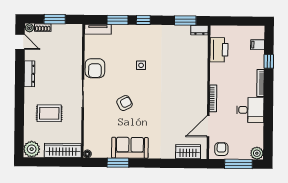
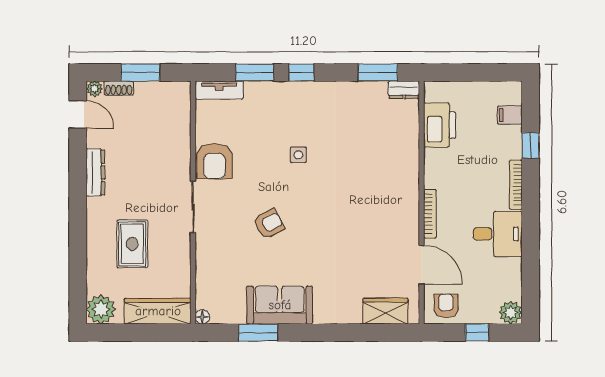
rug: (49, 113) -> (132, 244), turned 90
door: (208, 126) -> (422, 265), swing flipped
window: (238, 164) -> (477, 332), width x0.46

